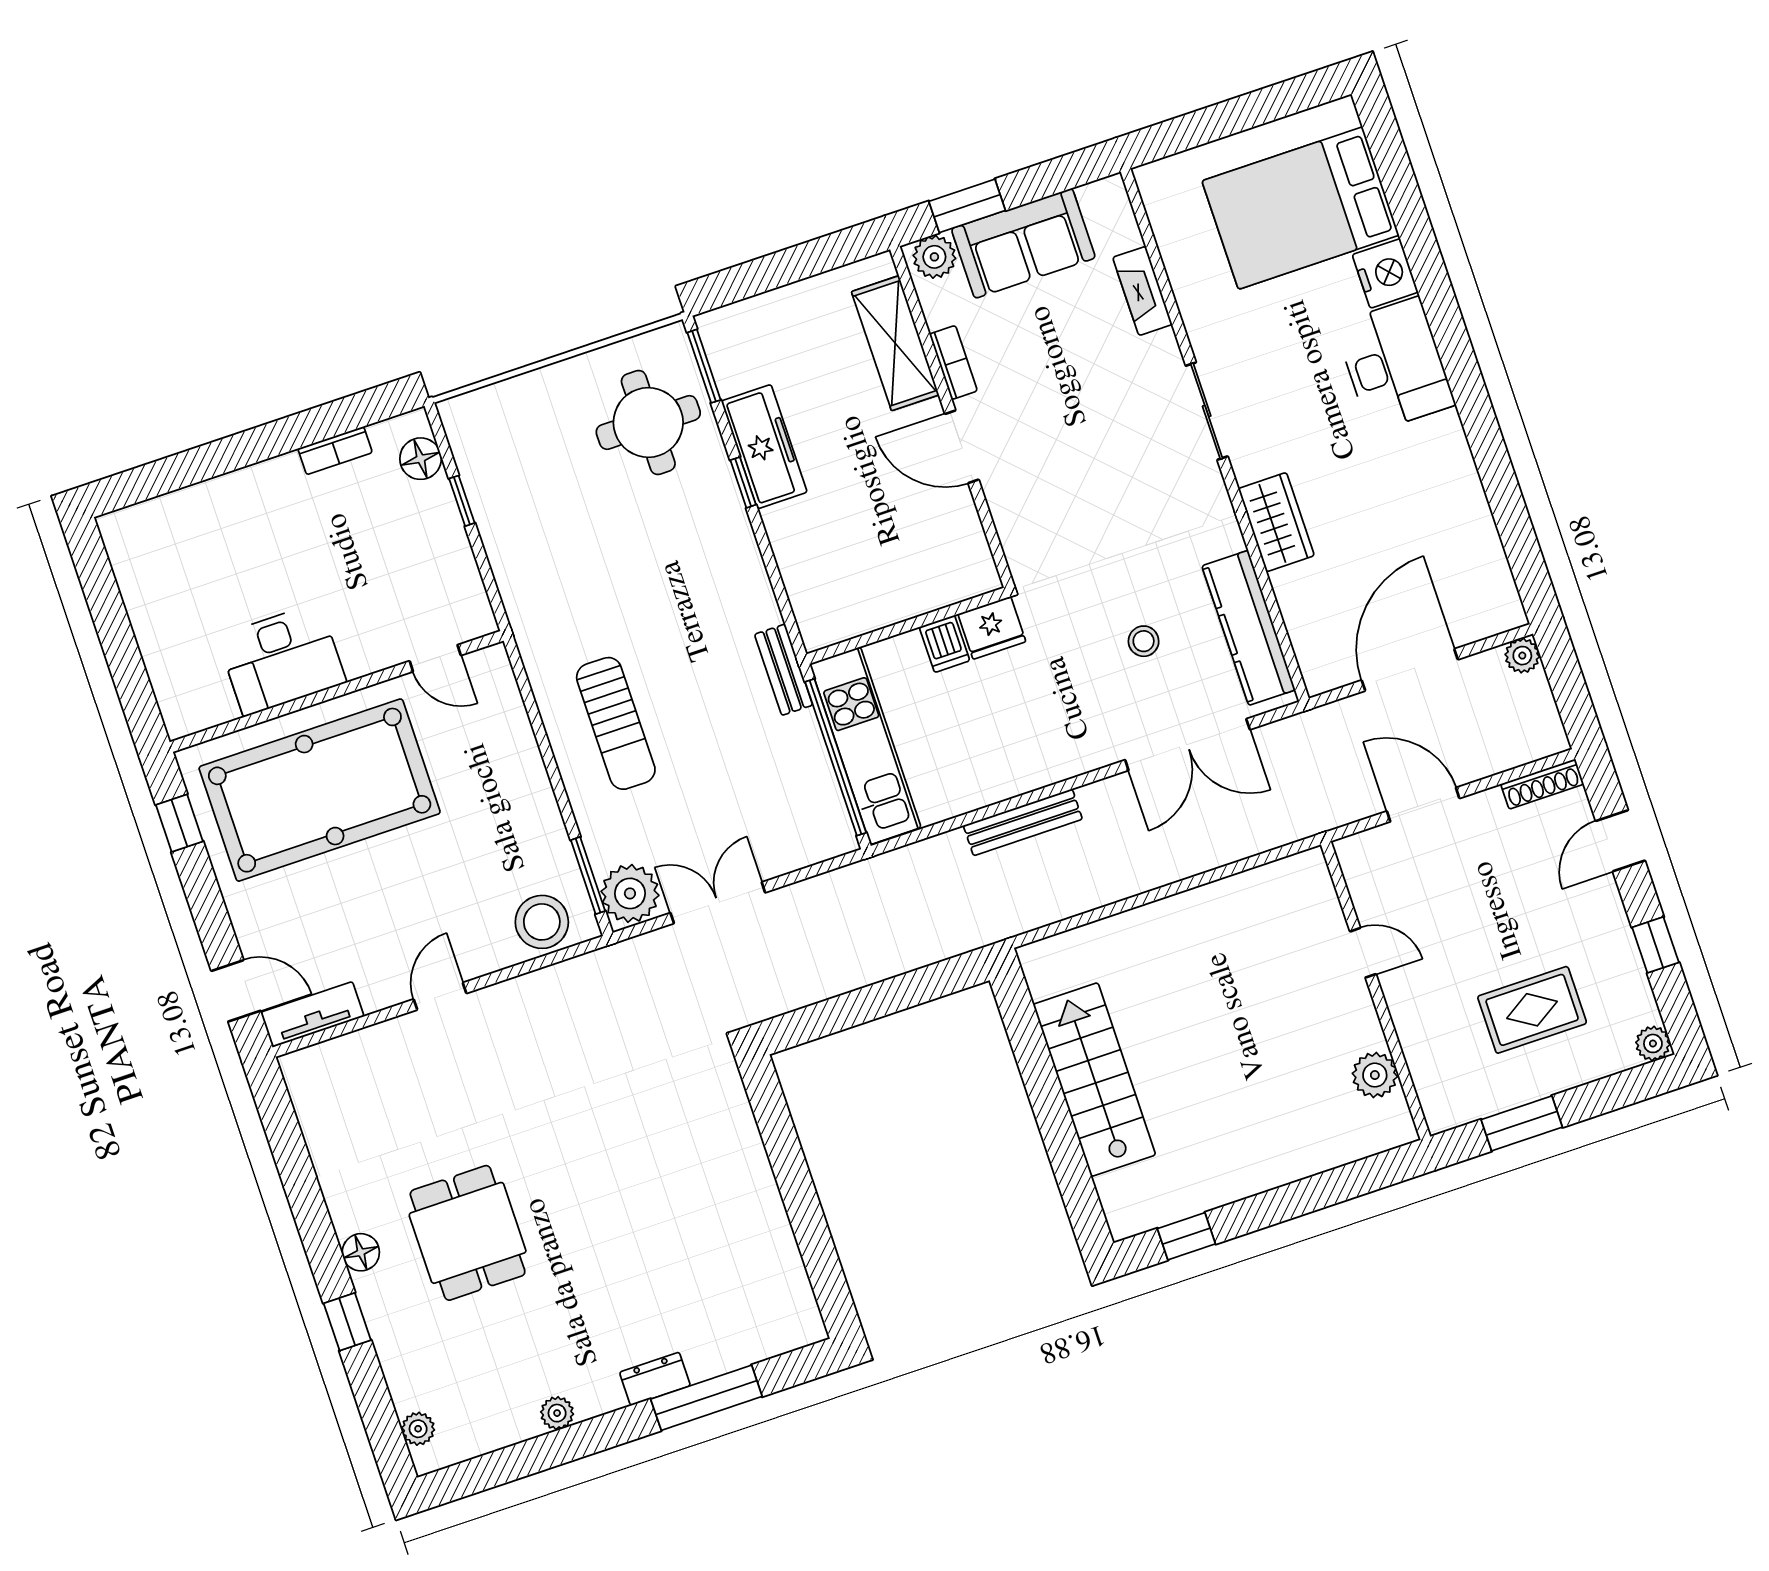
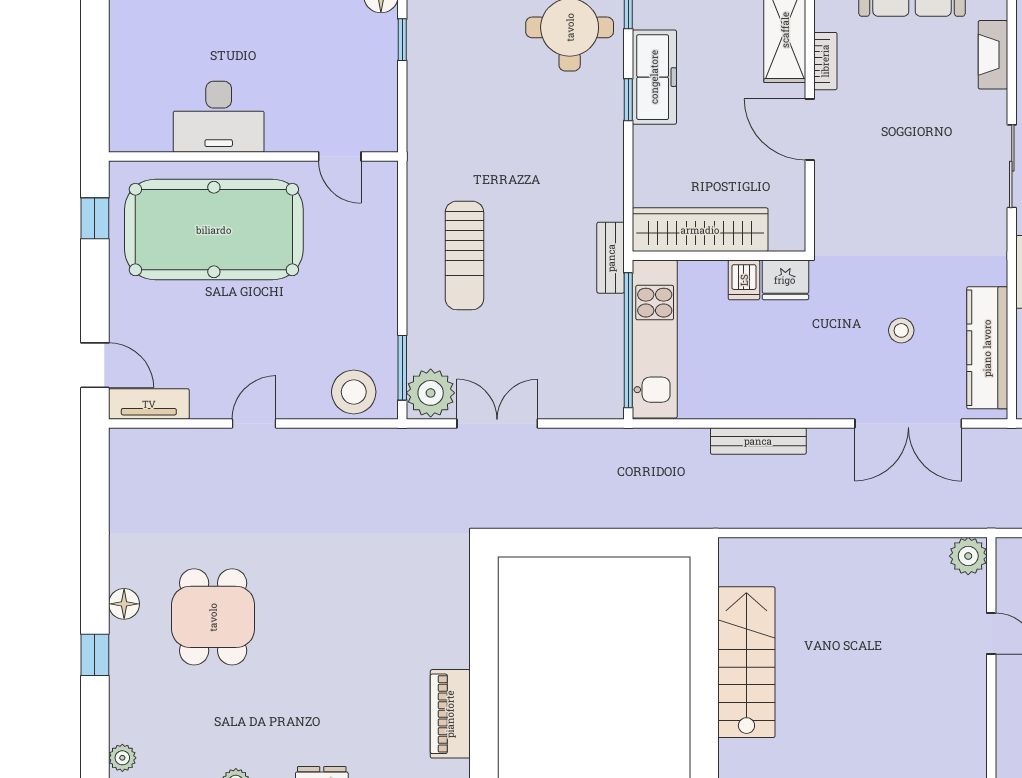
wardrobe: (875, 603) -> (700, 230), added
plant: (1375, 1075) -> (968, 556), moved
piano: (776, 1252) -> (450, 714), added

